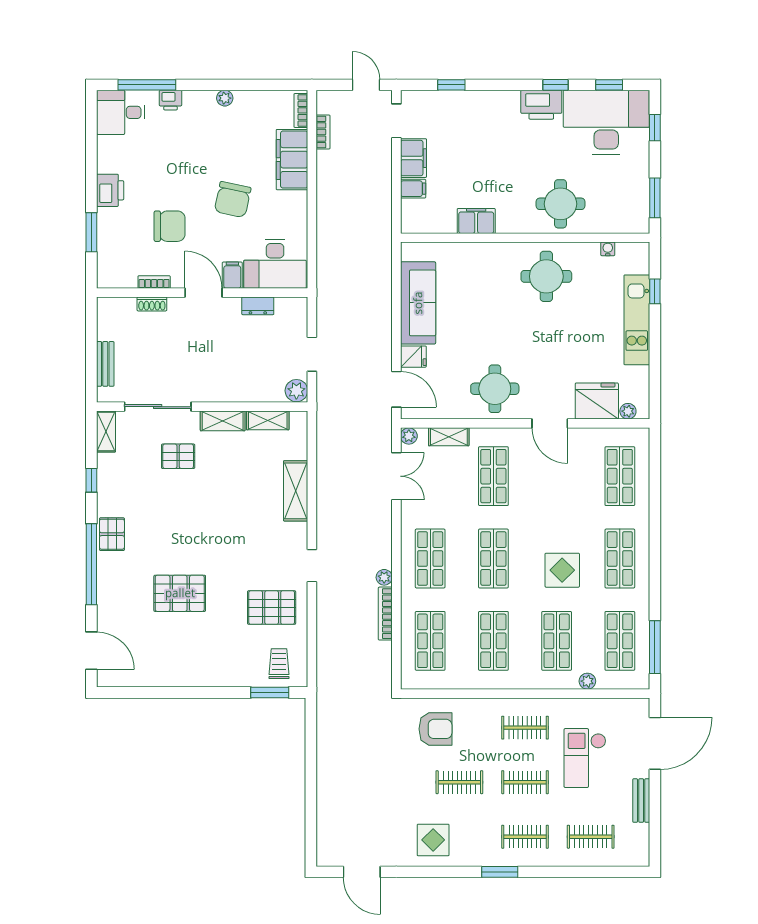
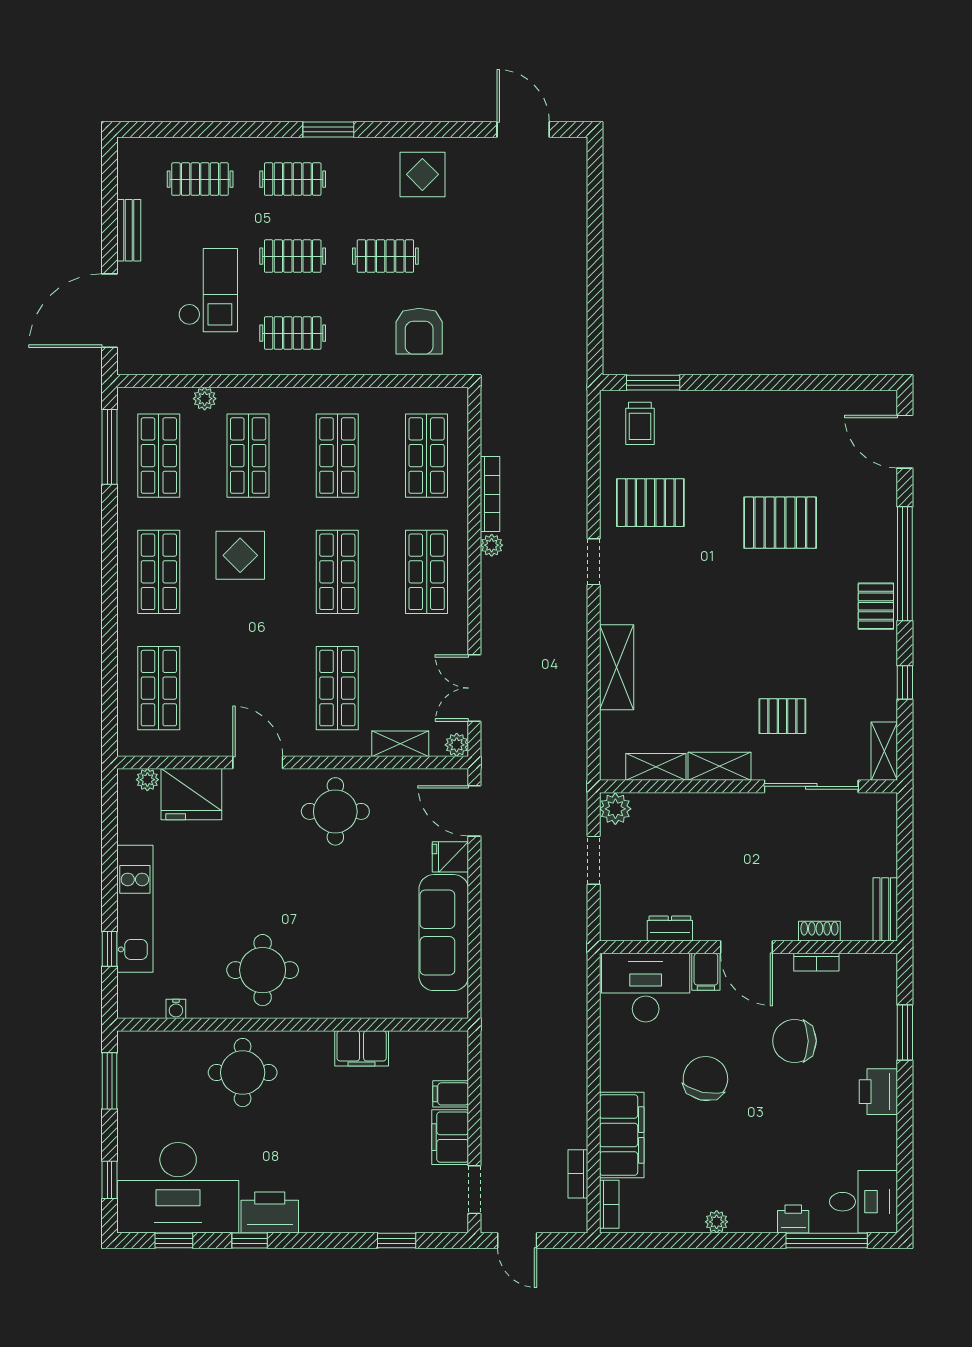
bench: (105, 364) -> (885, 909), moved
armchair: (435, 729) -> (419, 331), turned -90

